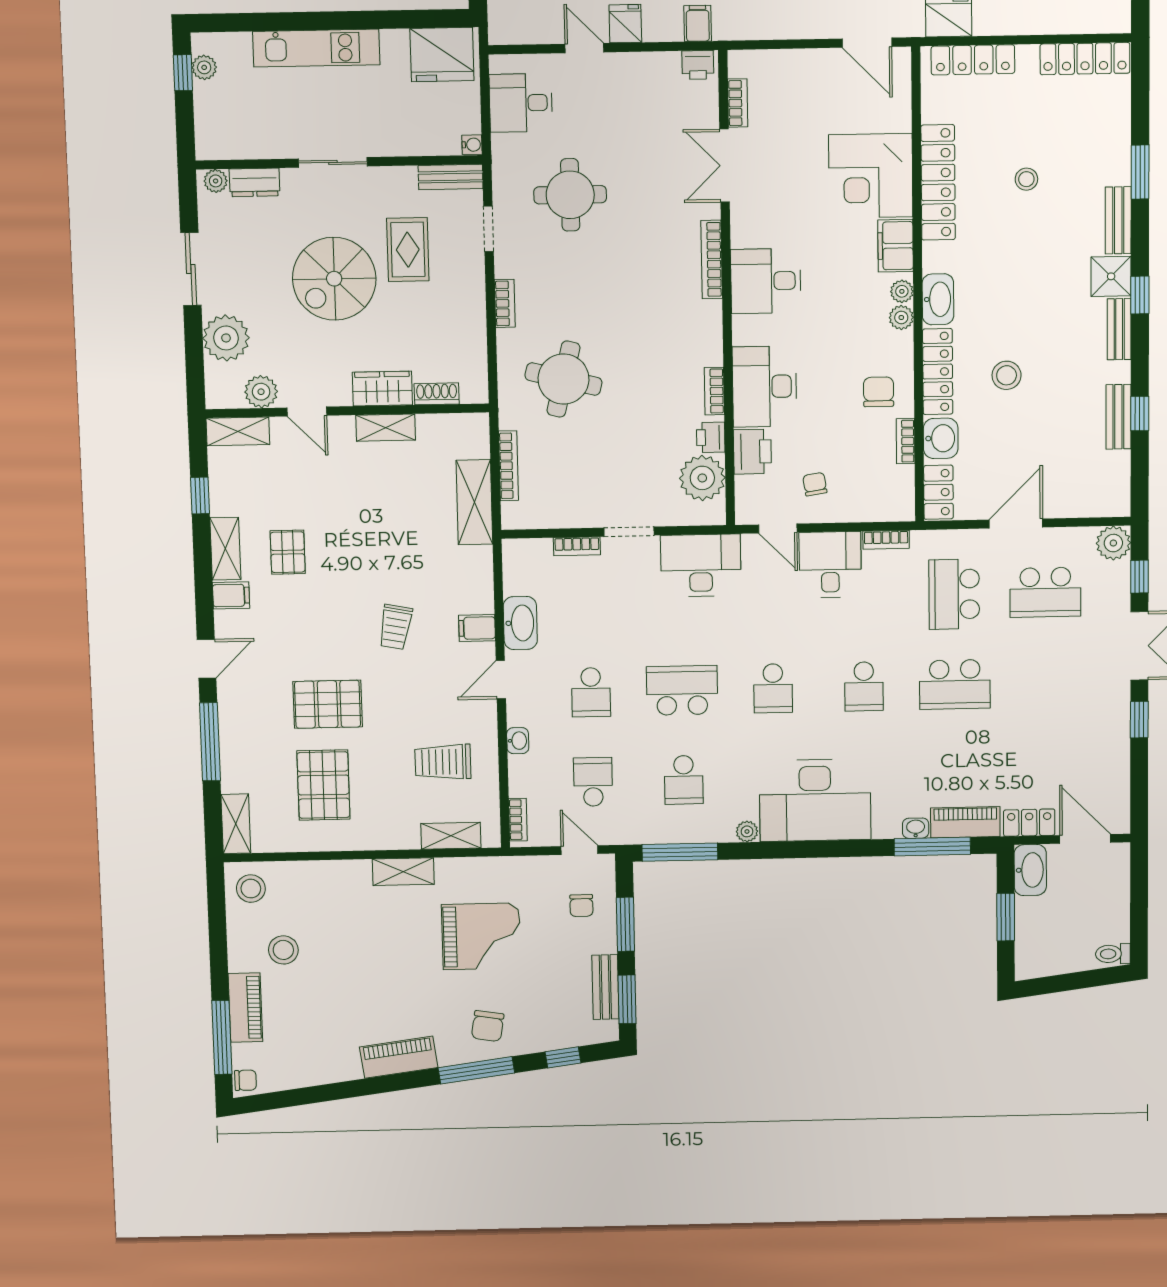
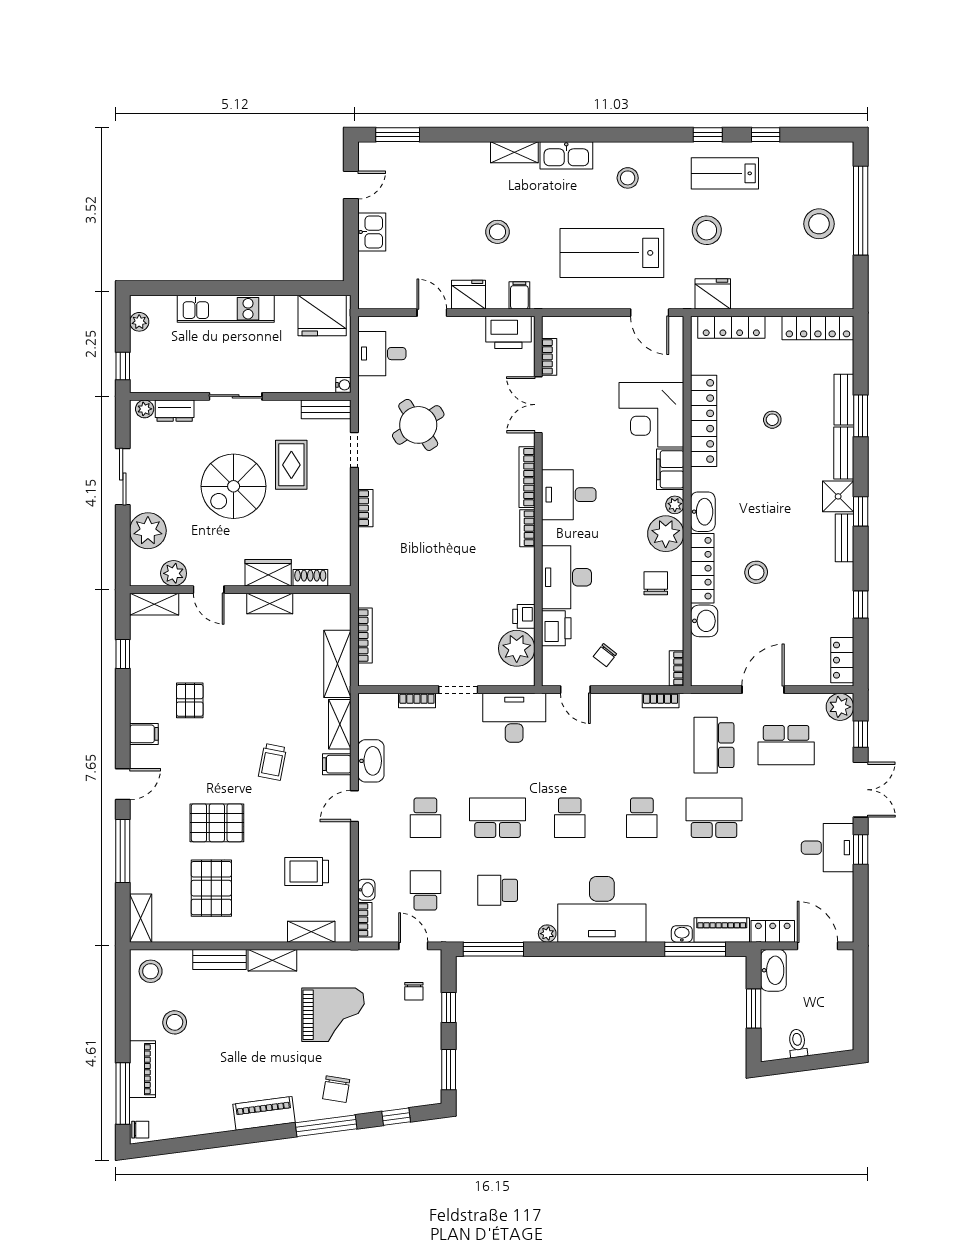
fridge: (625, 24) -> (468, 295), width x1.38
printer: (698, 65) -> (508, 332), width x1.87, depth x1.48
window: (183, 73) -> (123, 366), moved
round table: (570, 195) -> (418, 425), turned -33
plant: (901, 317) -> (666, 534), width x1.87, depth x1.87
round table: (563, 379) -> (410, 568), removed
bookcase: (714, 391) -> (527, 528), moved
bench: (1118, 417) -> (844, 400), moved
bookcase: (906, 441) -> (677, 668), moved
chair: (815, 484) -> (605, 655), turned -133
locker: (938, 492) -> (842, 660), moved, turned 180
shelving: (225, 549) -> (340, 724), moved
desk: (830, 565) -> (828, 848), moved, turned 90
school desk: (955, 684) -> (714, 818), turned 180
washbasin: (518, 741) -> (366, 890), moved
school desk: (684, 780) -> (498, 890), turned 90
window: (625, 924) -> (449, 1007), width x0.67
toilet: (1113, 954) -> (798, 1043), moved, turned 83
bench: (605, 987) -> (220, 959), moved, turned 90

